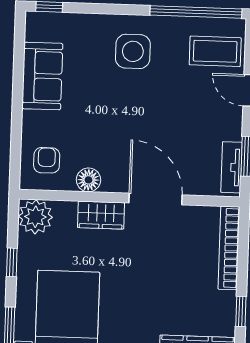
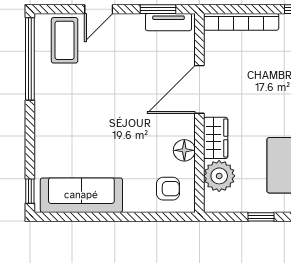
side table: (133, 51) -> (67, 114), removed
sofa: (42, 76) -> (81, 195), width x1.36
armchair: (47, 160) -> (168, 189), turned 180
plant: (35, 217) -> (219, 176), moved

